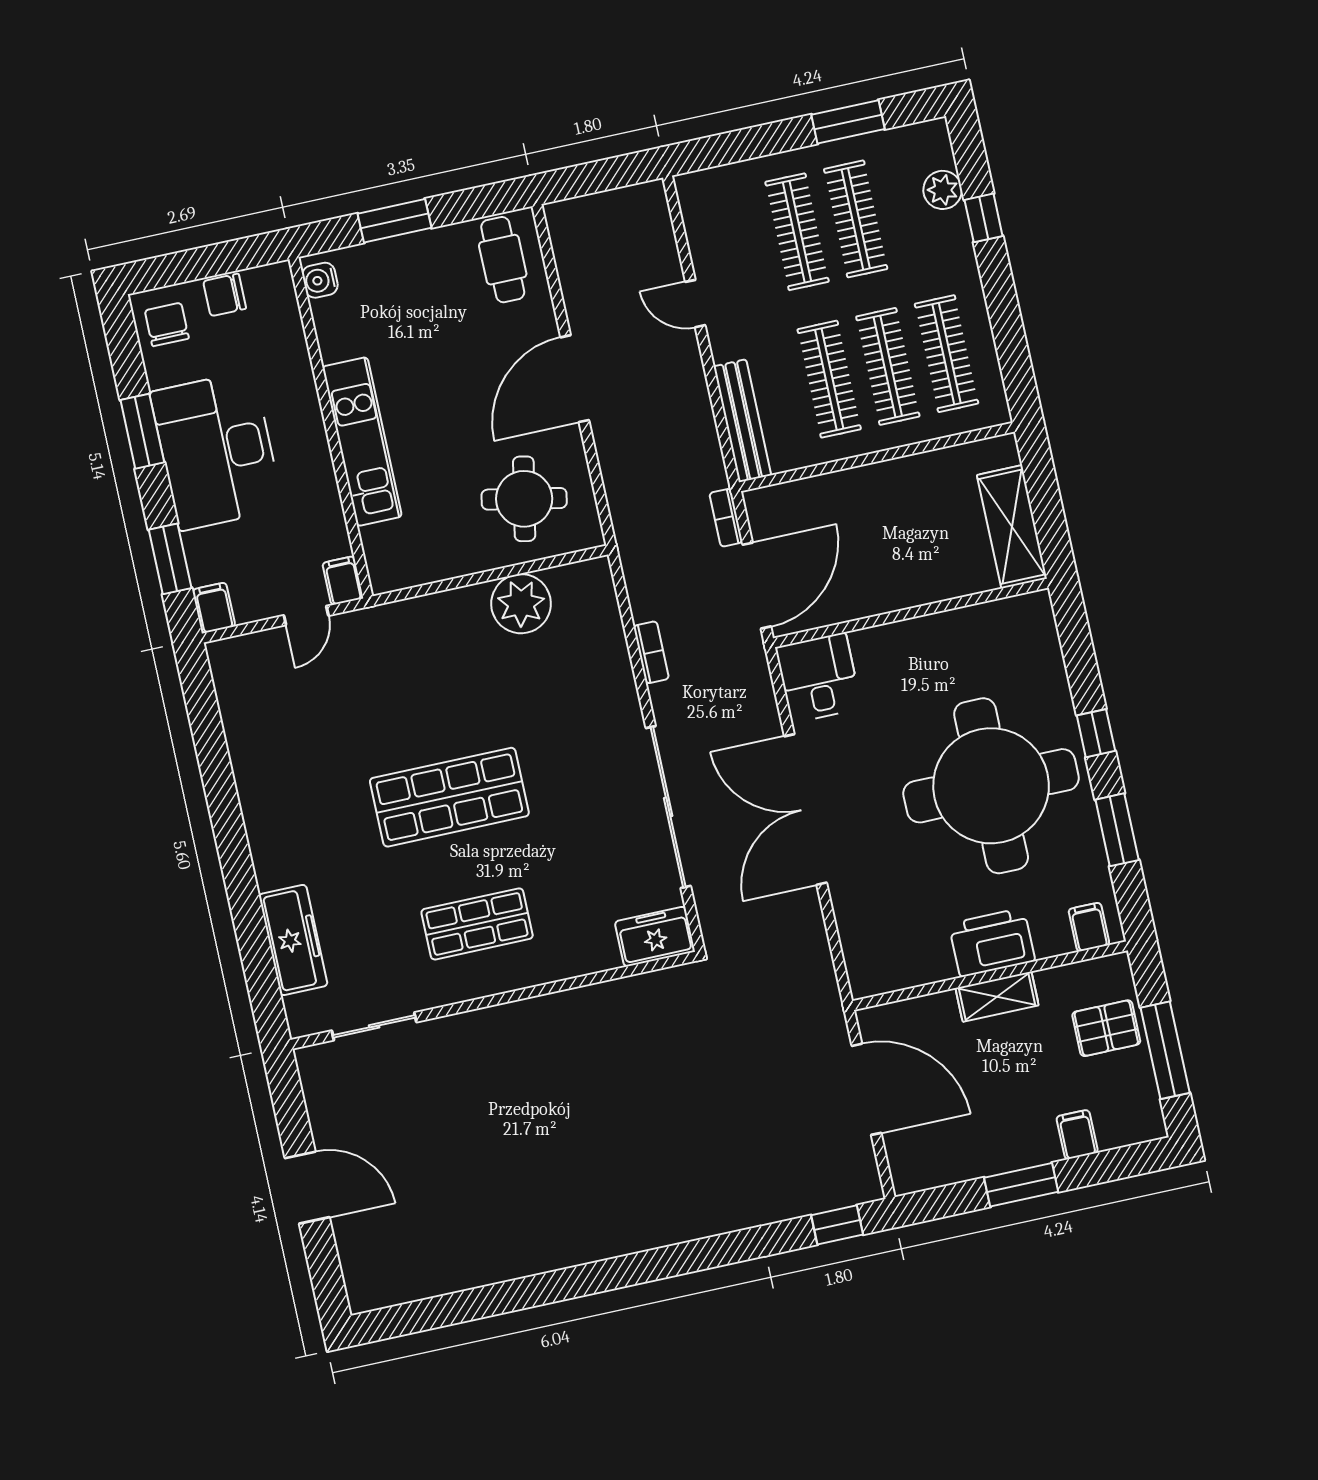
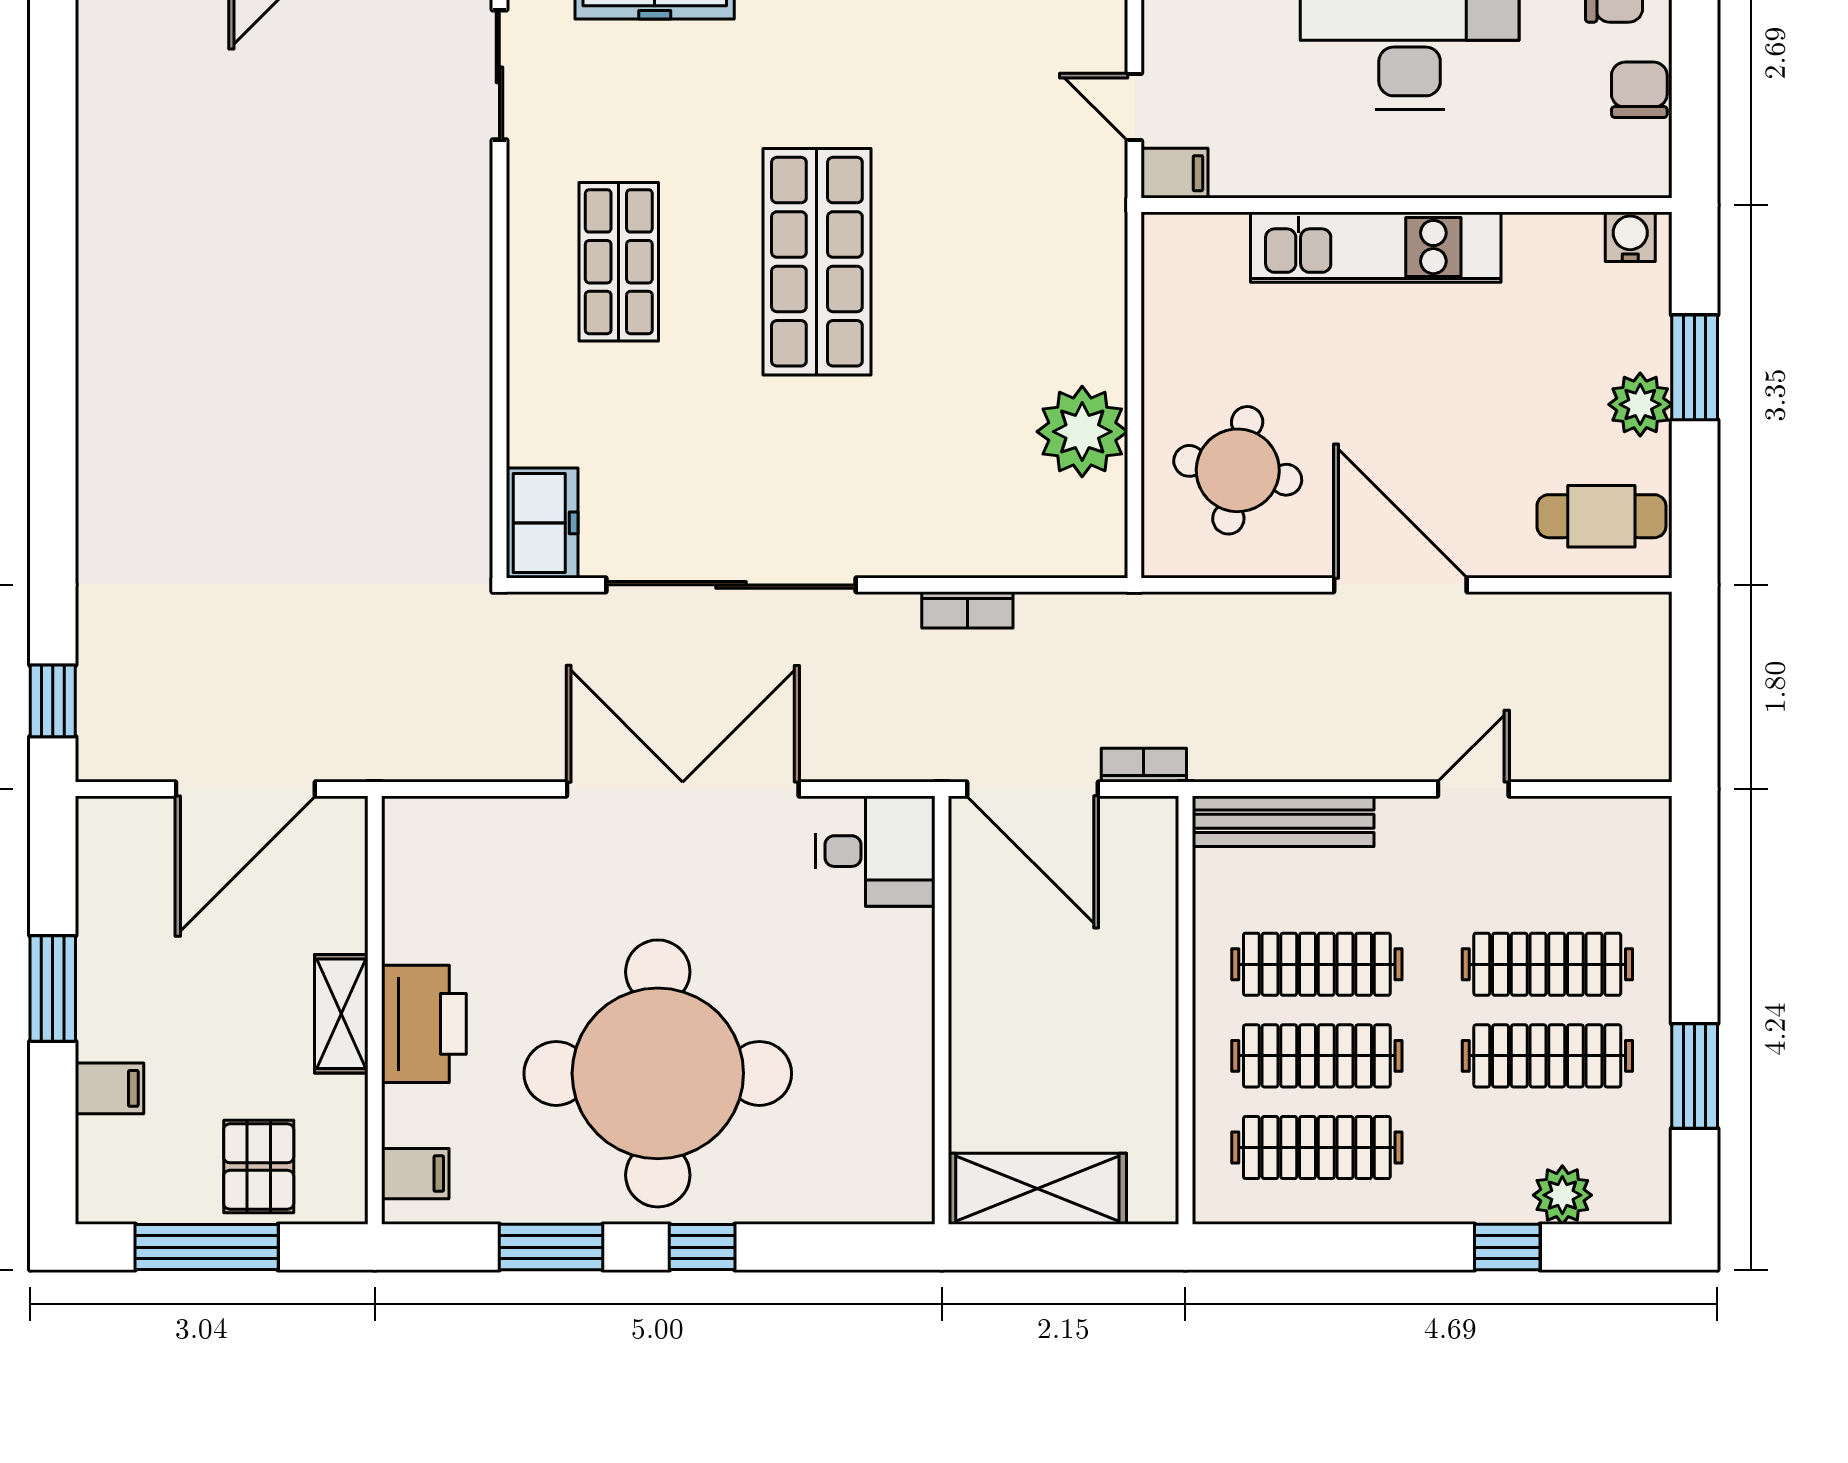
plant: (426, 250) -> (1640, 404), added

